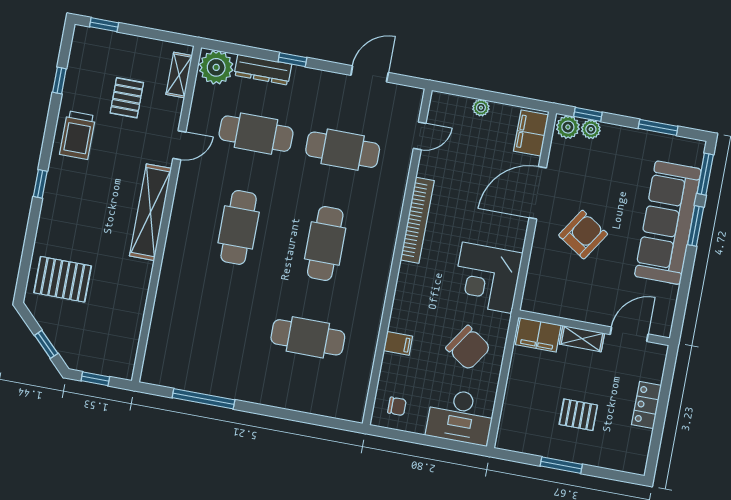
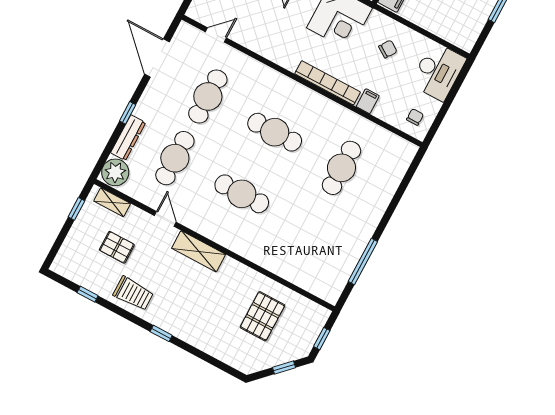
window: (104, 25) -> (76, 209), moved
door: (370, 74) -> (157, 58), width x1.36
door: (420, 136) -> (216, 35), hinge flipped
shelving: (150, 212) -> (199, 251), width x0.68
bookcase: (417, 220) -> (328, 83), moved
pallet: (63, 279) -> (262, 316), moved
chair: (468, 348) -> (388, 49), width x0.54, depth x0.54

